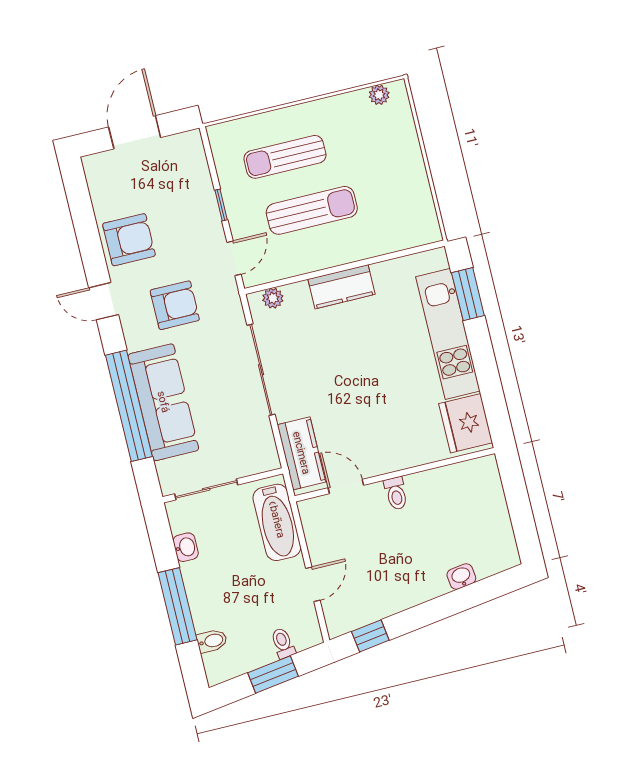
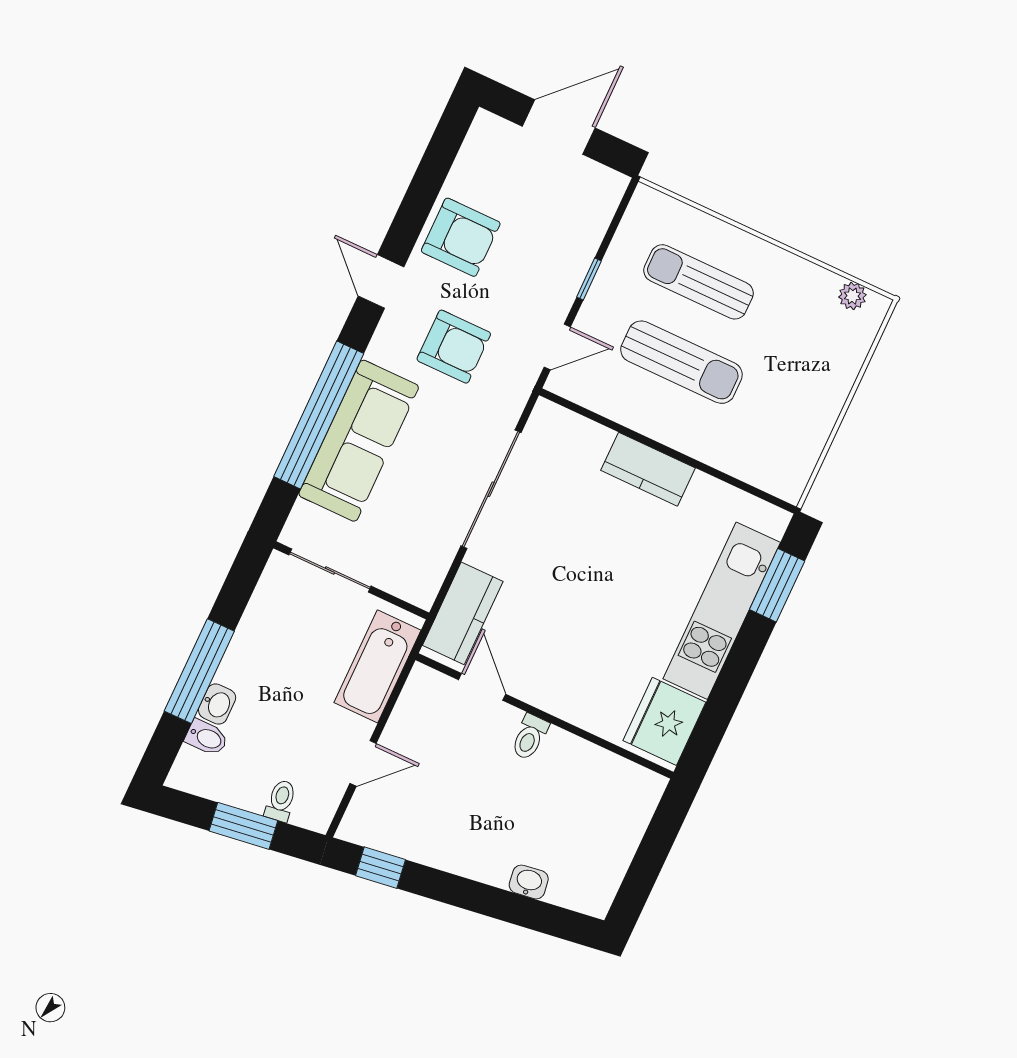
plant: (273, 298) -> (565, 423), removed
washbasin: (186, 547) -> (217, 704), moved

